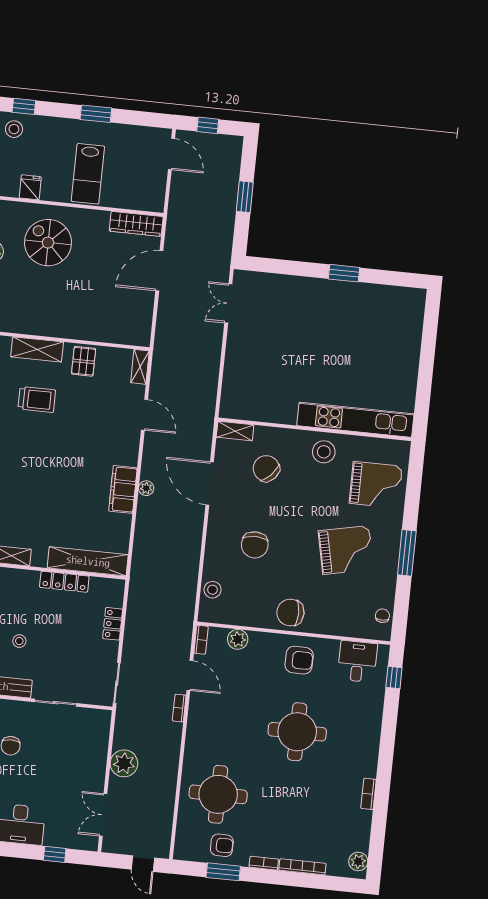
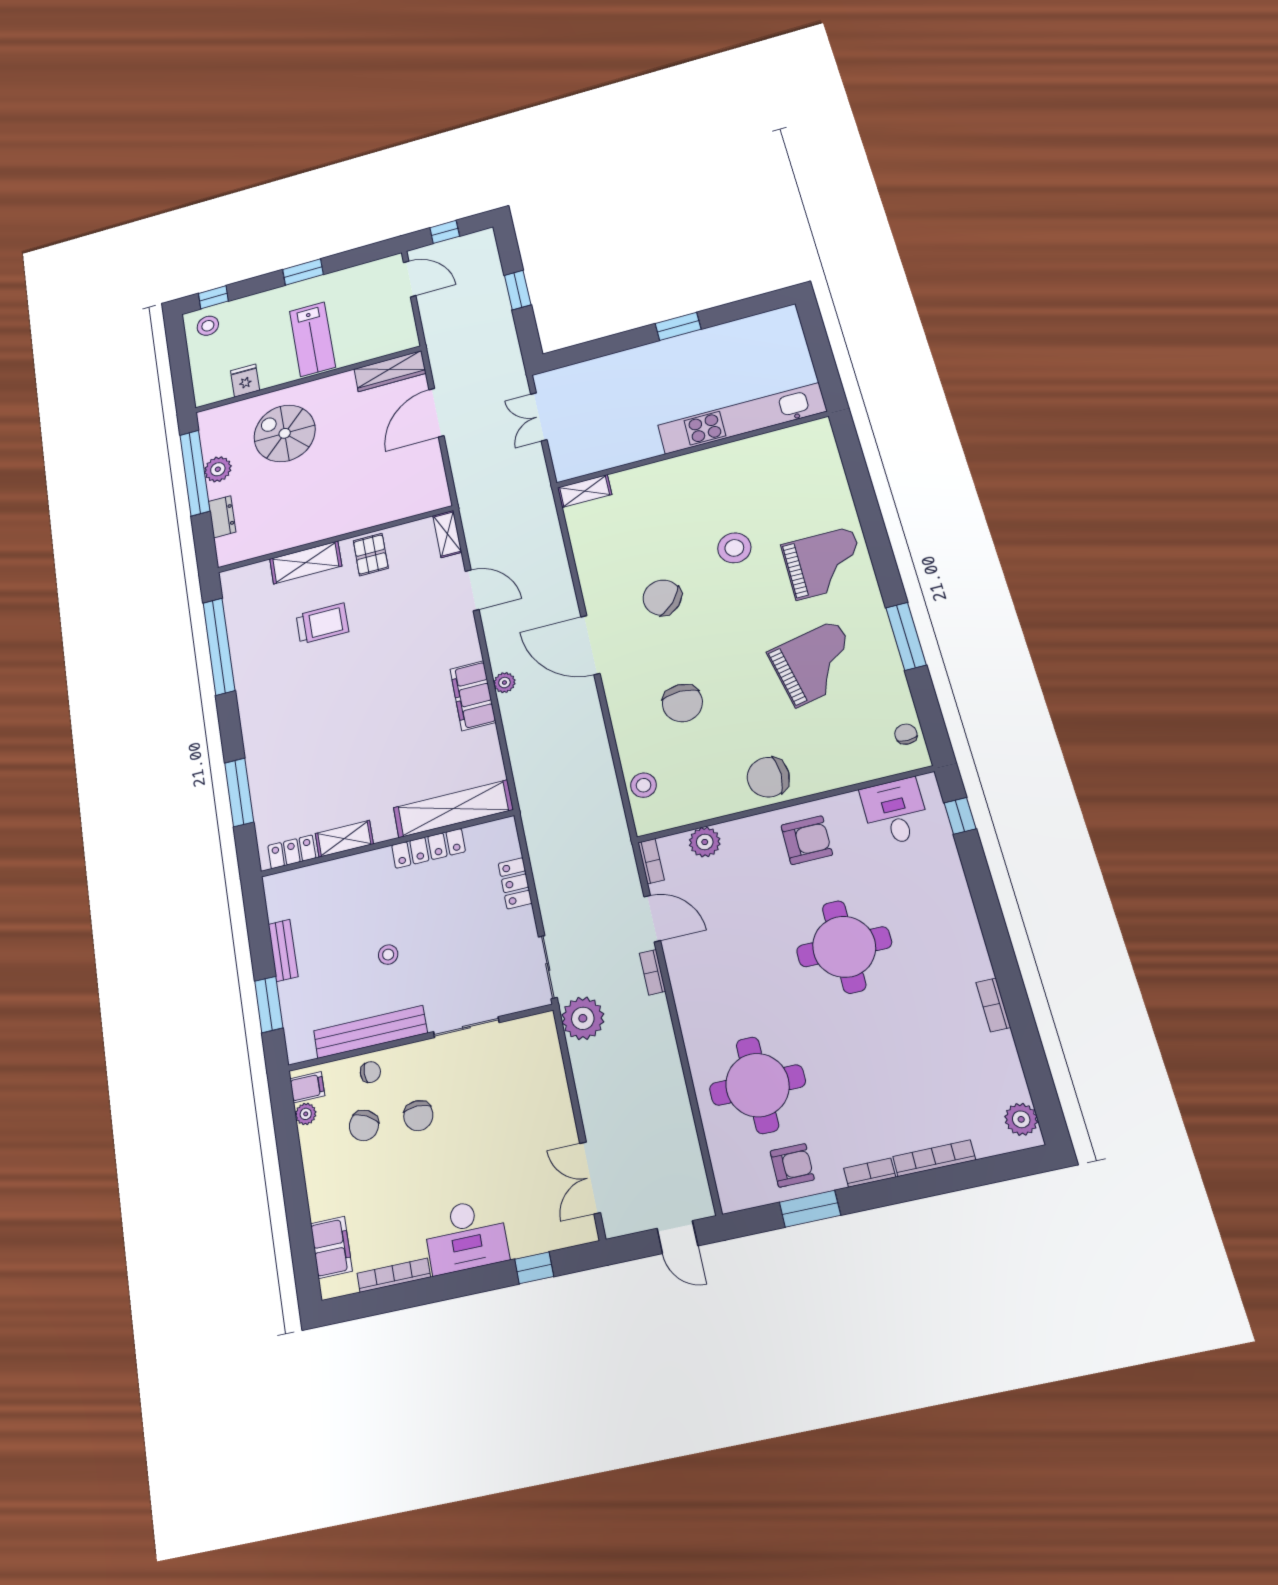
kitchen unit: (355, 420) -> (742, 418), moved
wall: (315, 429) -> (691, 450), moved
shelving: (235, 431) -> (585, 491), moved
plant: (124, 763) -> (583, 1018), moved

